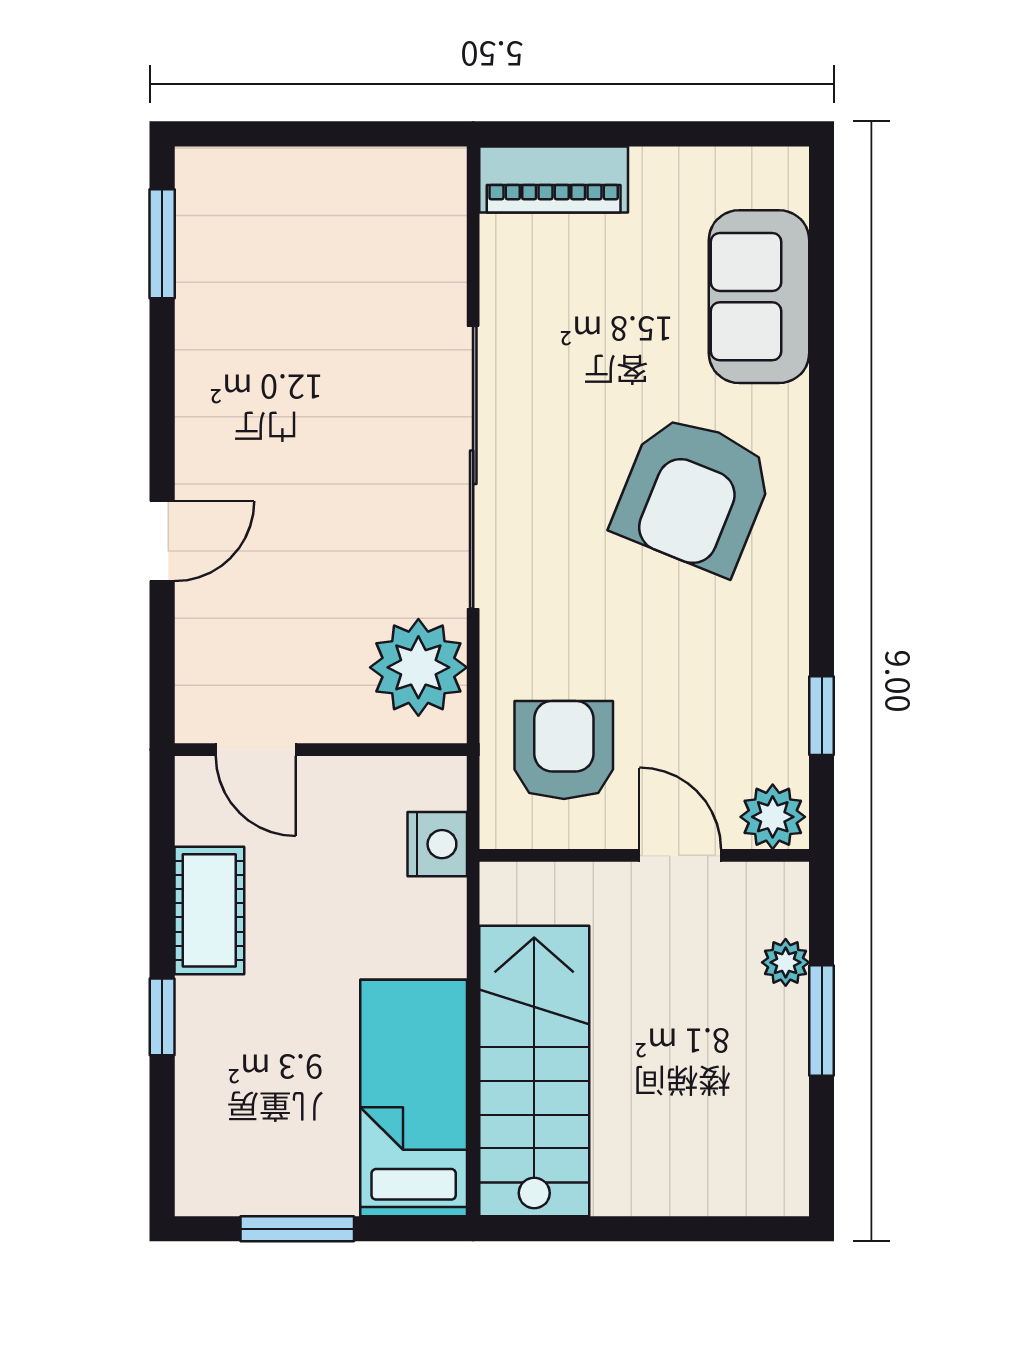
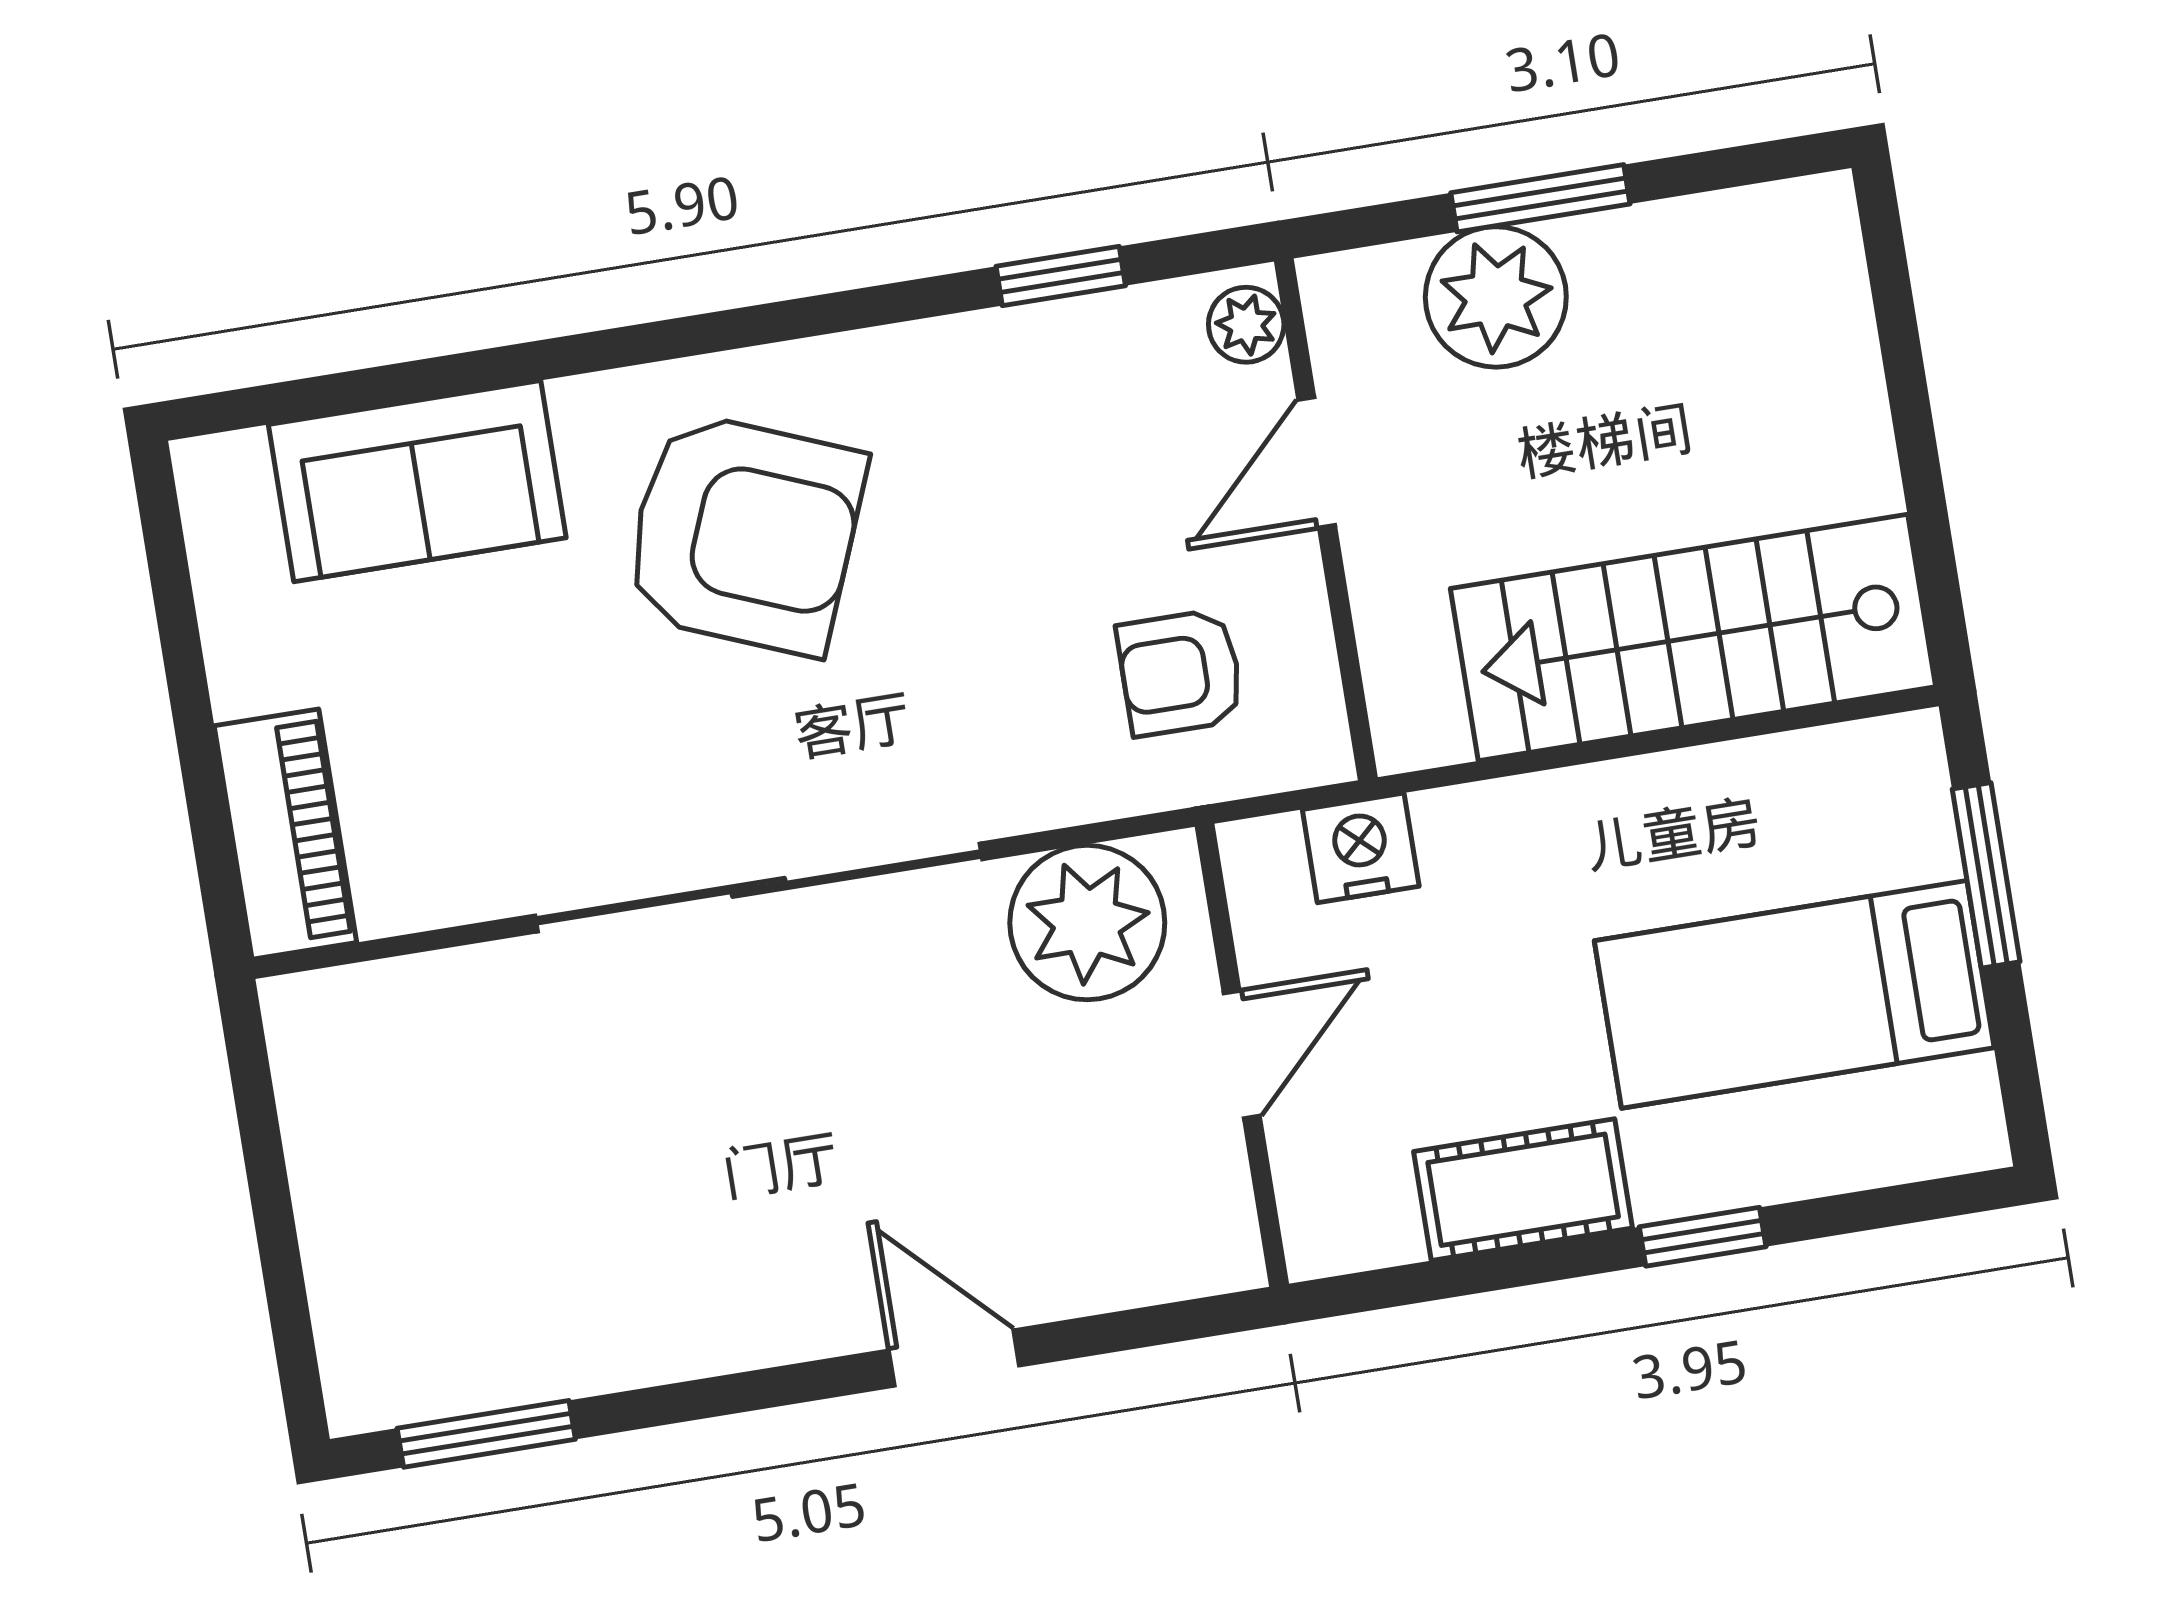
door: (256, 750) -> (1242, 1054), moved
armchair: (564, 750) -> (1180, 673), width x0.72, depth x0.72
plant: (773, 817) -> (1246, 325), width x0.73, depth x0.73
plant: (786, 962) -> (1496, 297), width x1.87, depth x1.87
bed: (414, 1098) -> (1794, 994), moved
window: (297, 1229) -> (1986, 875), moved

